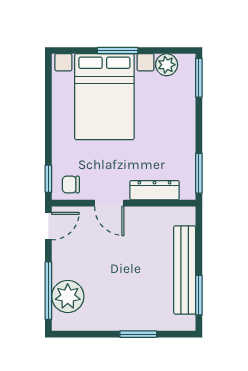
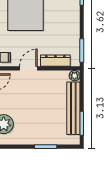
door: (109, 203) -> (28, 68), swing flipped
plant: (187, 215) -> (75, 76), added

